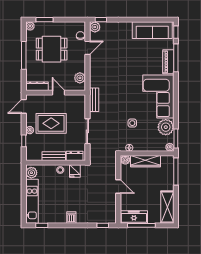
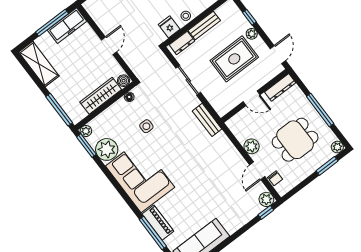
plant: (80, 78) -> (252, 146), moved
door: (118, 187) -> (109, 46), swing flipped

